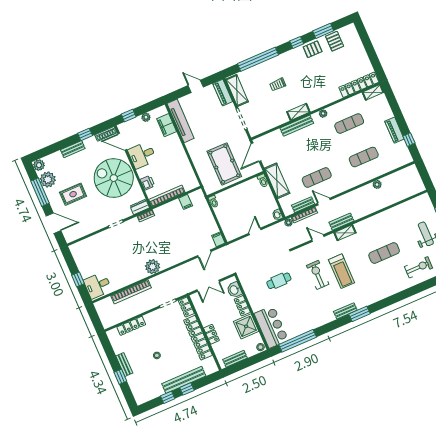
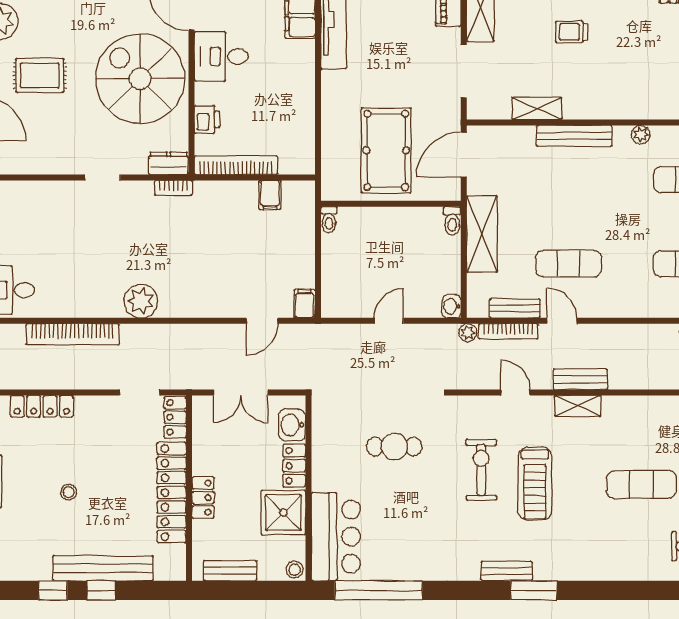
shelving: (298, 112) -> (537, 108), moved

